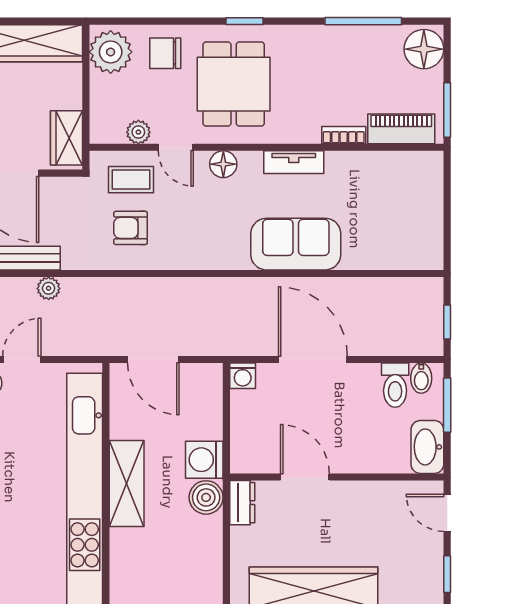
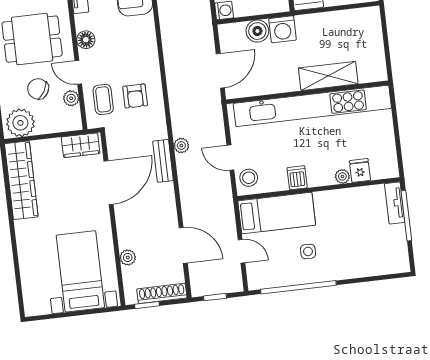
chair: (165, 53) -> (38, 89), moved, turned 121
door: (176, 147) -> (78, 72), swing flipped
shelving: (127, 483) -> (328, 76), moved
boiler: (206, 497) -> (257, 31), moved

